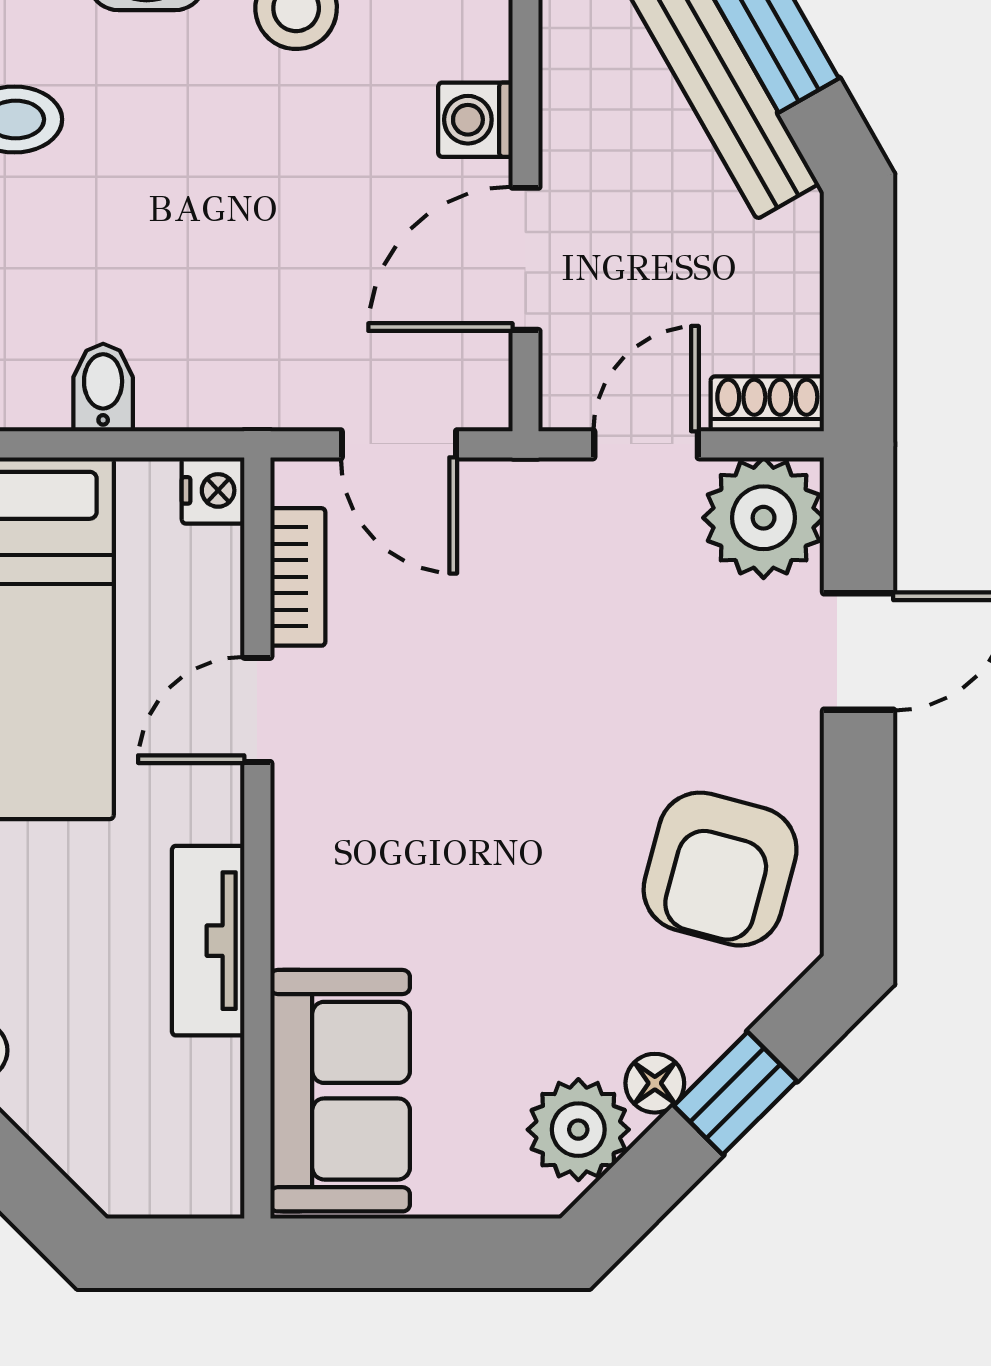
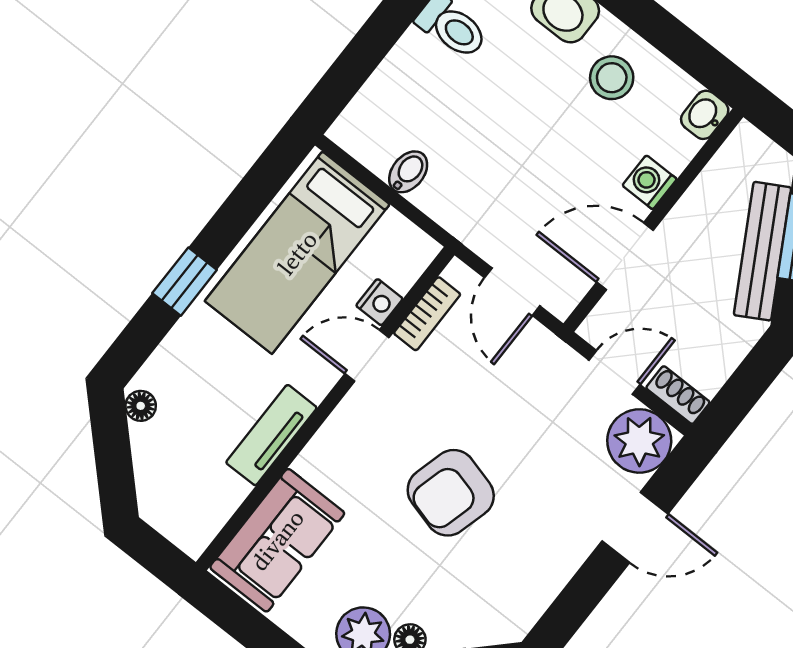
nightstand: (213, 490) -> (379, 302), moved
armchair: (720, 869) -> (451, 493), moved

